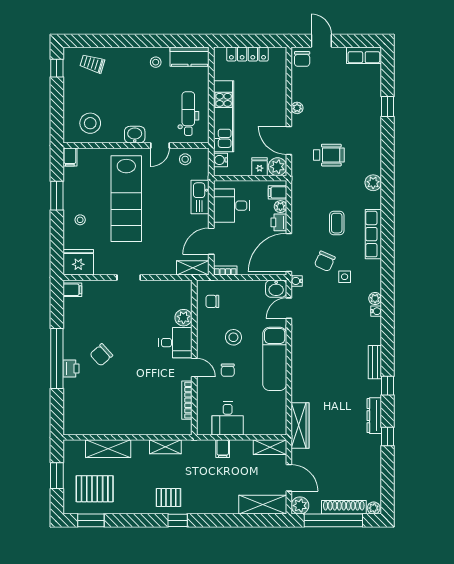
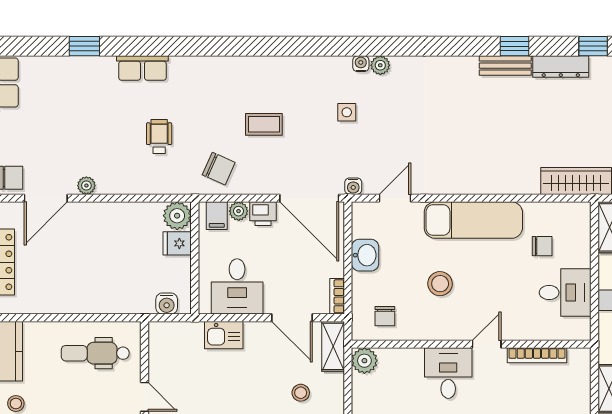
kitchen unit: (224, 116) -> (99, 299), removed
door: (289, 141) -> (46, 198), moved
wheelchair: (329, 155) -> (159, 136), width x0.73, depth x0.73
stool: (185, 159) -> (301, 393), moved
plant: (373, 183) -> (202, 68), removed
kitchen sink: (200, 197) -> (224, 335), width x0.73
row of seats: (373, 234) -> (142, 68), moved, width x0.68
chair: (325, 261) -> (219, 169), moved
washbasin: (276, 289) -> (365, 255), moved
door: (289, 308) -> (395, 198), swing flipped
water cooler: (376, 311) -> (361, 64), moved
plant: (183, 318) -> (364, 361), moved
bench: (375, 362) -> (505, 66), moved
chair: (228, 370) -> (542, 246), moved

